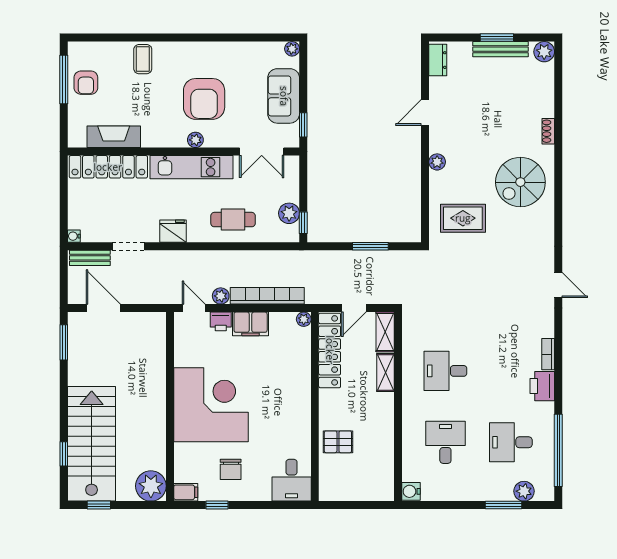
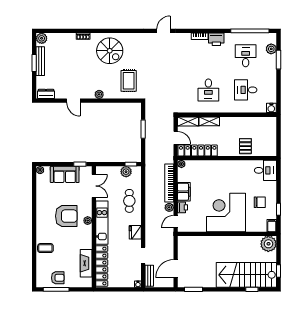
desk: (511, 442) -> (246, 56), turned 180

